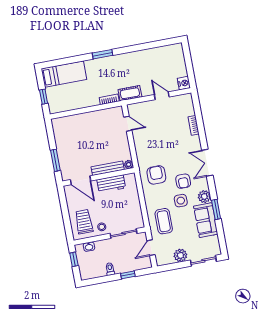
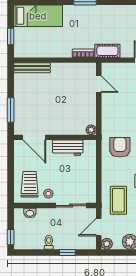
bench: (108, 168) -> (32, 68), moved
window: (74, 259) -> (11, 237), moved
plant: (161, 261) -> (107, 244), added

